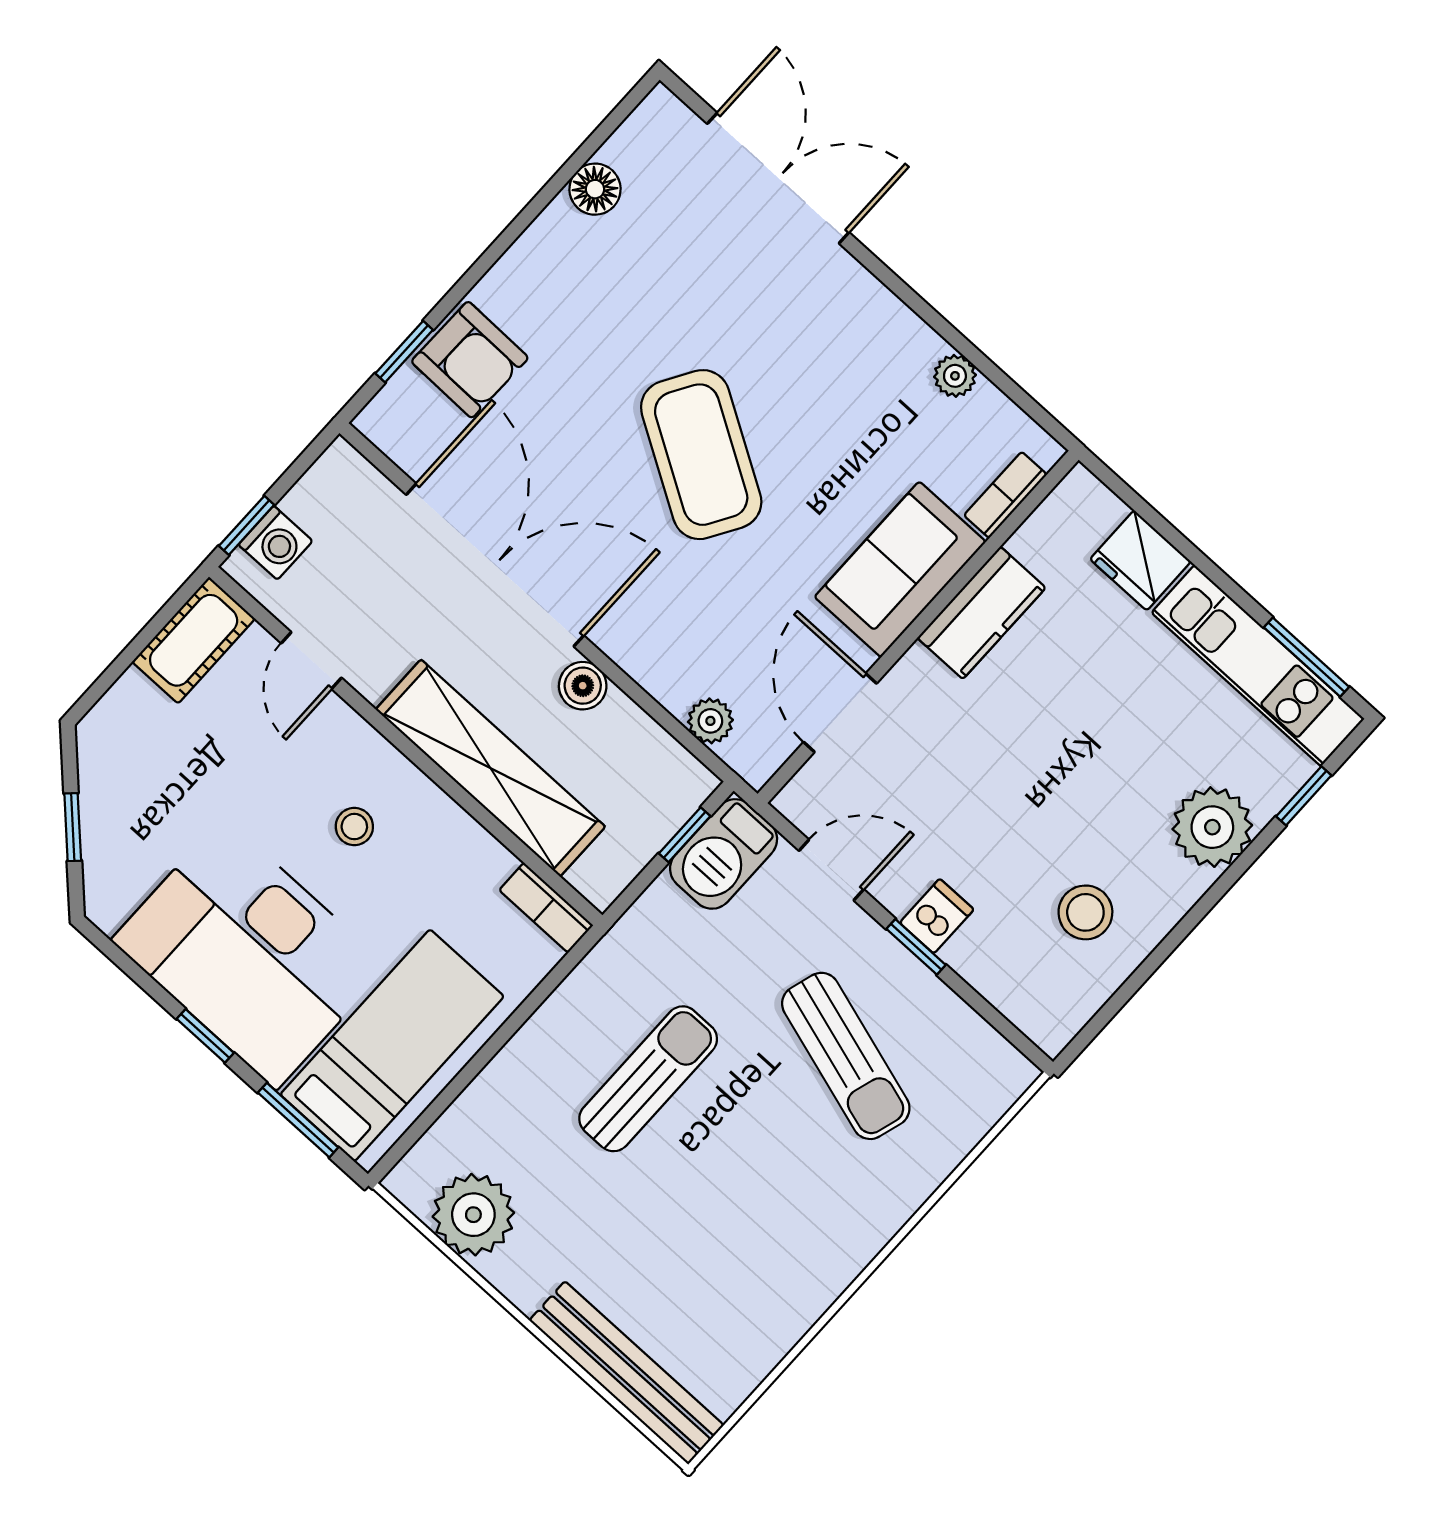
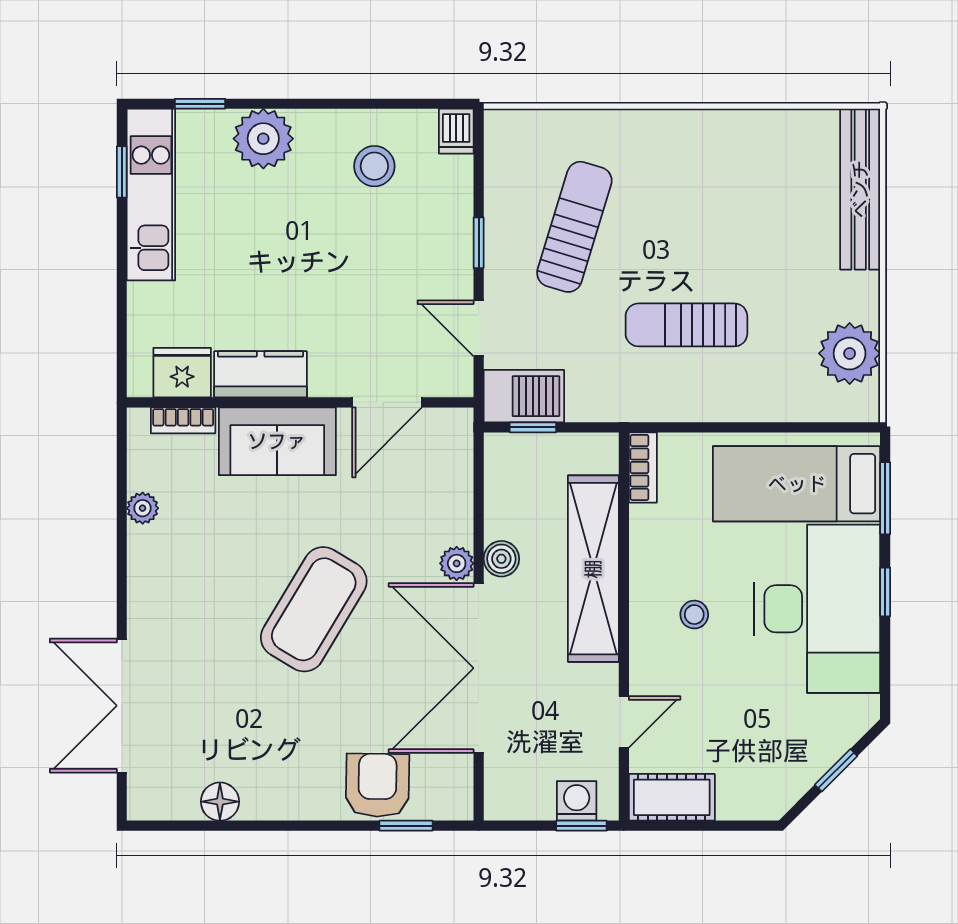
fridge: (1140, 560) -> (182, 373), moved, turned -90
window: (1306, 657) -> (122, 172), width x0.67
plant: (710, 721) -> (457, 563), moved
dishwasher: (937, 916) -> (456, 131), moved, turned -90

